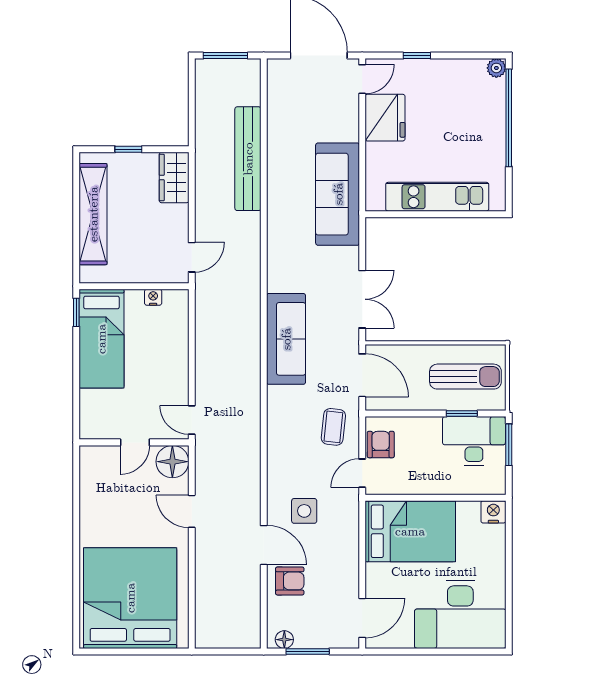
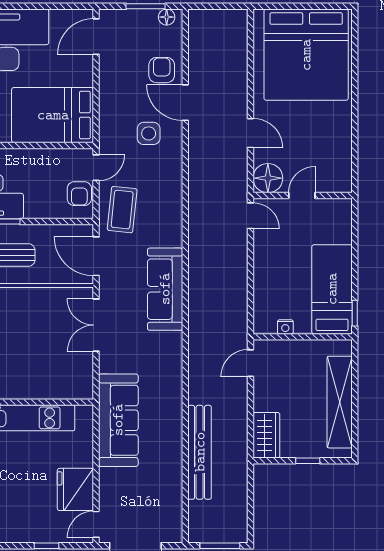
coffee table: (333, 427) -> (122, 210), width x1.36, depth x1.30
armchair: (290, 581) -> (162, 70), turned 90

